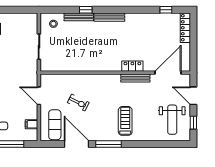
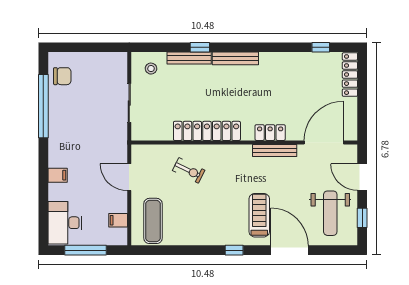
locker: (90, 65) -> (207, 131), added
exercise bike: (78, 102) -> (189, 170), moved
door: (76, 144) -> (290, 250), moved
window: (109, 144) -> (234, 250), width x0.46

